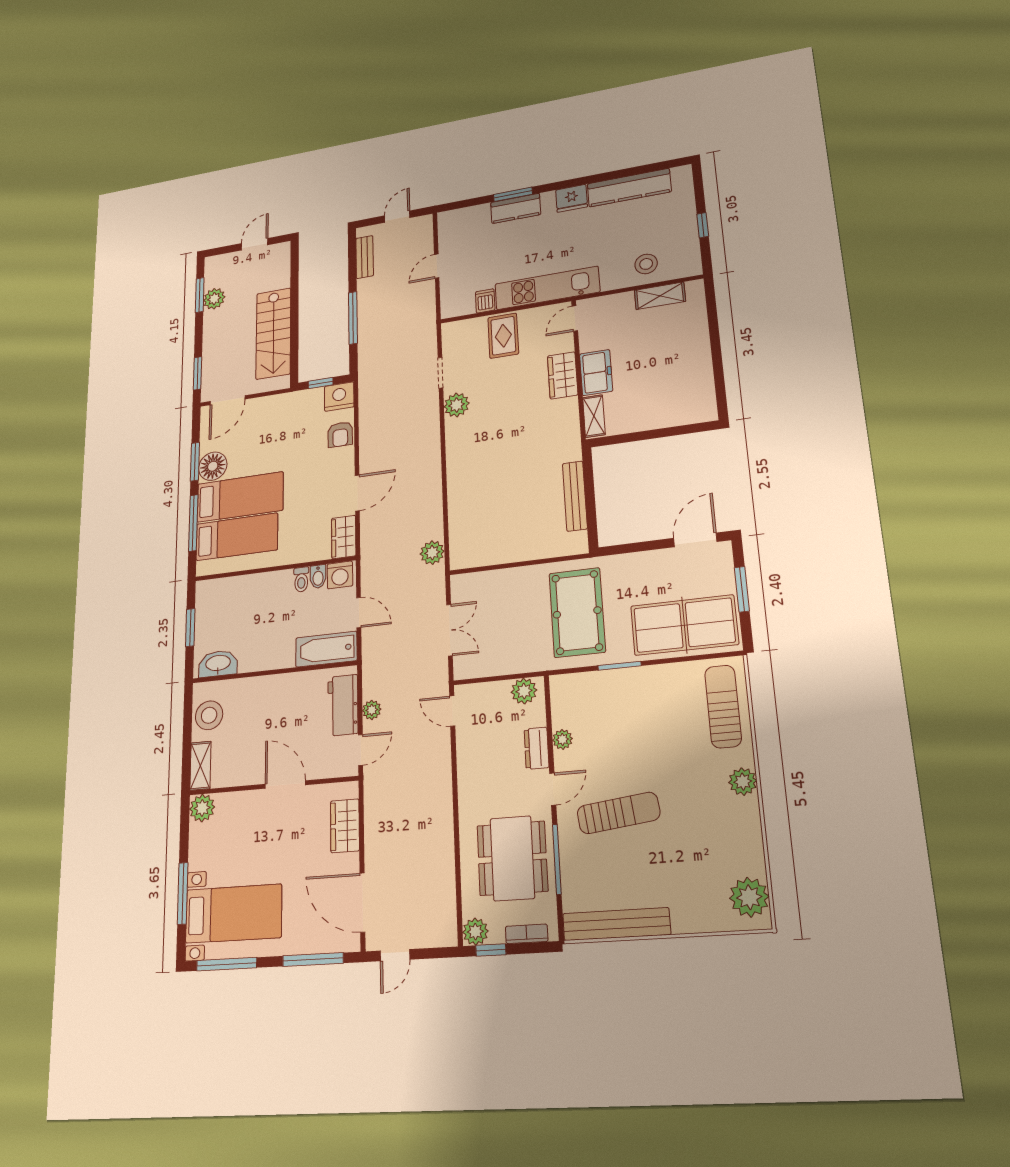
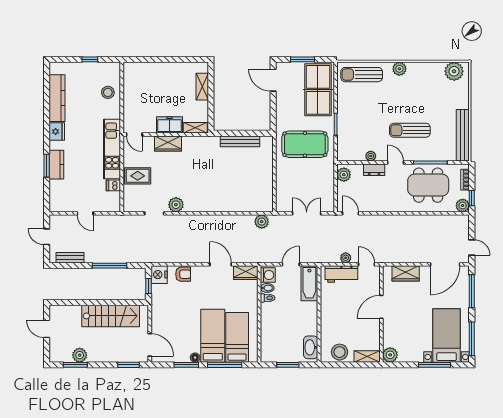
shelving: (660, 296) -> (202, 87), moved
floor lamp: (213, 466) -> (195, 358), width x0.53, depth x0.53
door: (452, 711) -> (350, 213), swing flipped
sun lounger: (618, 813) -> (410, 130), turned -83

